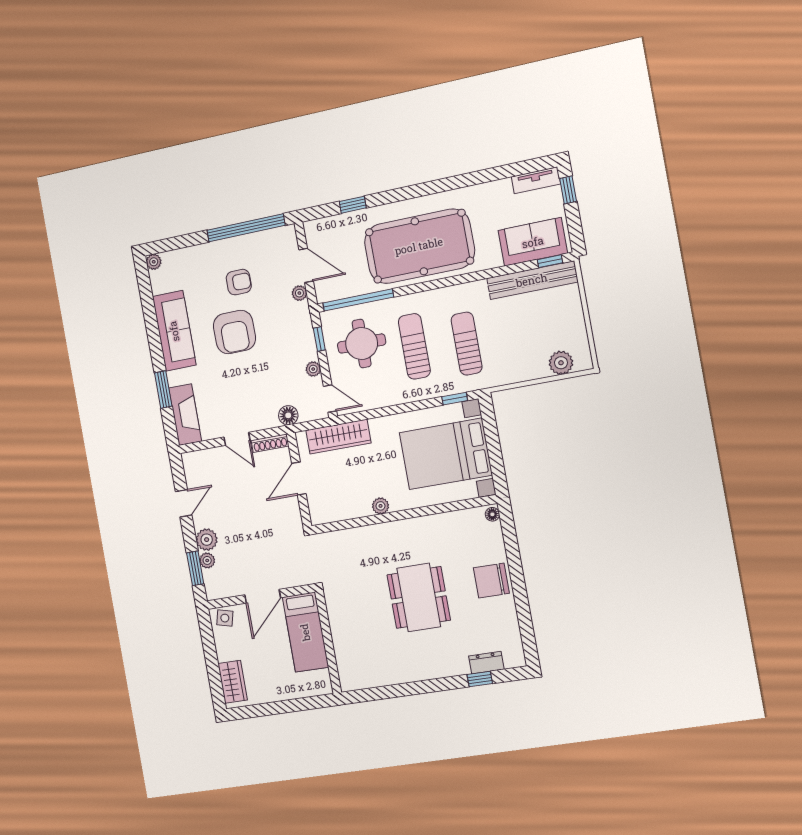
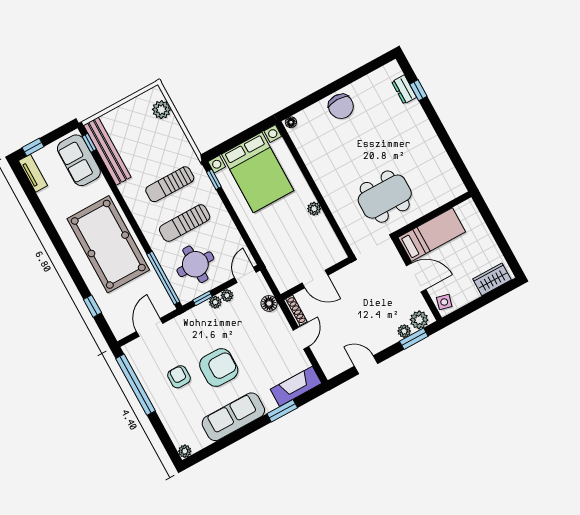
plant: (299, 293) -> (215, 302), moved
wardrobe: (338, 437) -> (272, 259), removed
plant: (207, 540) -> (419, 320), moved
dining table: (419, 597) -> (385, 197), moved

